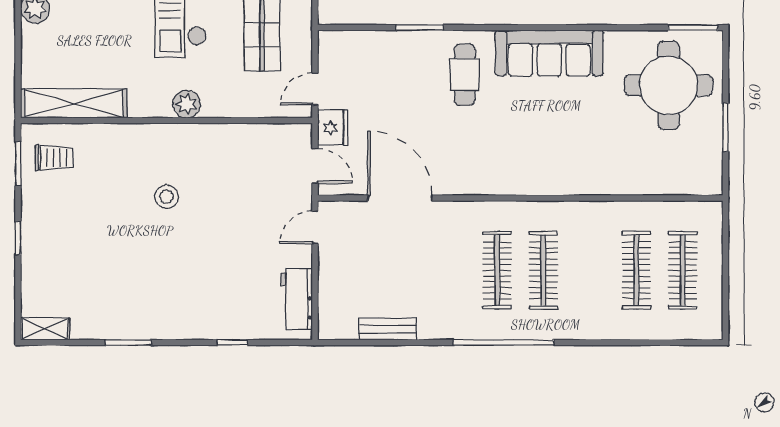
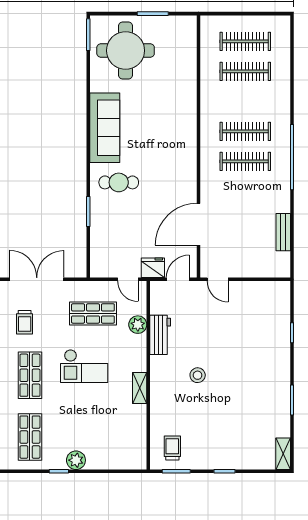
shelving: (74, 103) -> (140, 388), moved, width x0.45, depth x0.75
plant: (187, 104) -> (138, 325), moved
workbench: (297, 299) -> (160, 335), moved, turned -90

